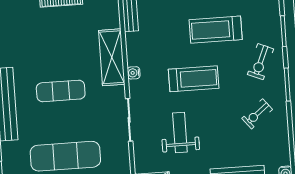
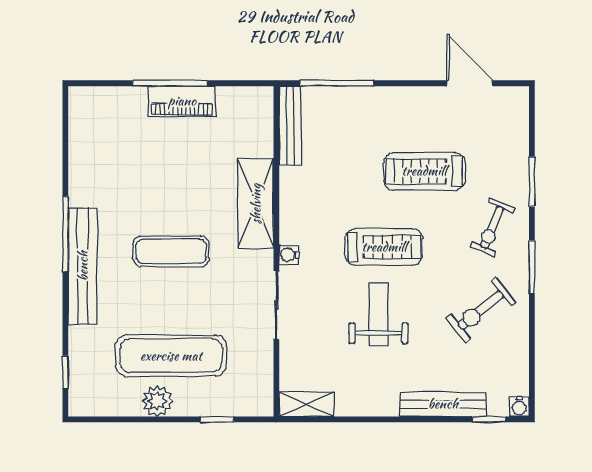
water cooler: (134, 73) -> (289, 255), moved
exercise bike: (257, 114) -> (481, 310), width x1.38, depth x1.39
weight bench: (180, 132) -> (379, 314), moved

